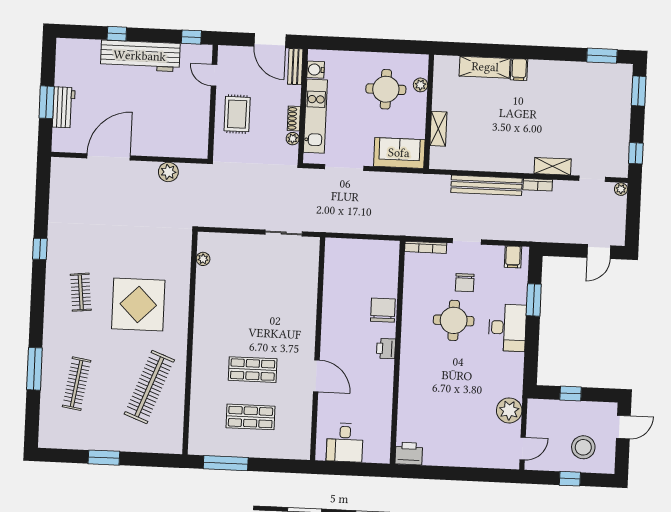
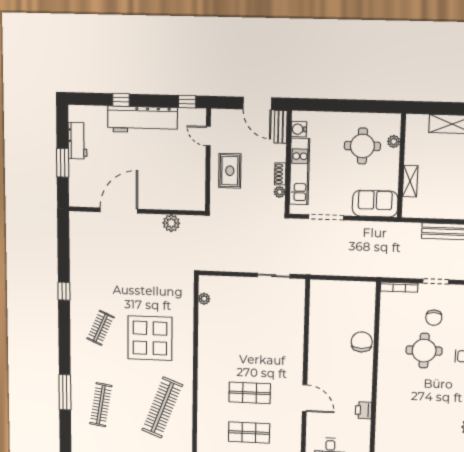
workbench: (64, 107) -> (78, 141), moved
clothes rail: (81, 292) -> (101, 328), turned 30
printer: (386, 349) -> (363, 410), moved

